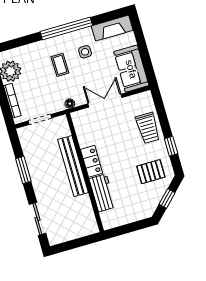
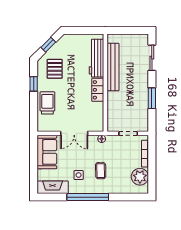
bench: (73, 166) -> (113, 67), moved
pallet: (151, 172) -> (55, 69), turned 90
workbench: (102, 193) -> (96, 58), width x1.37

